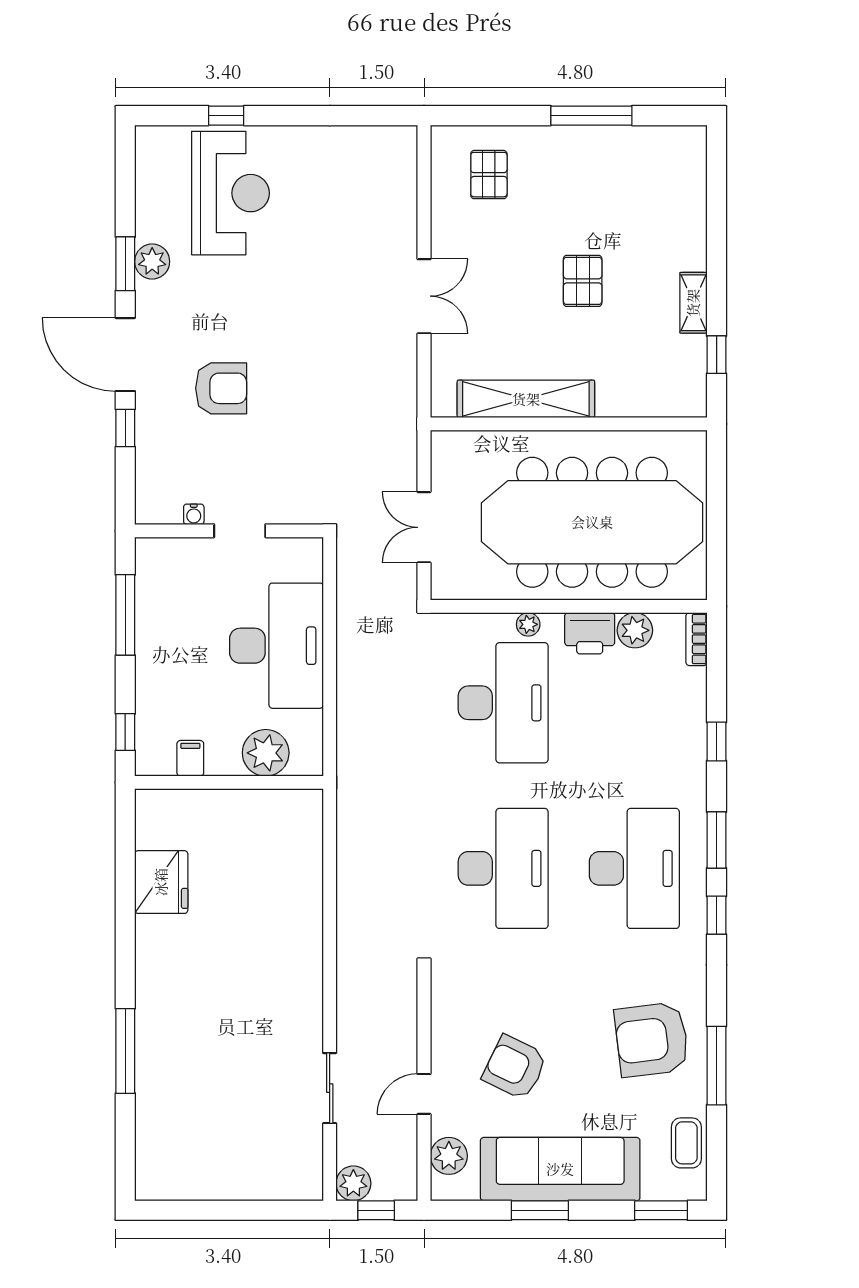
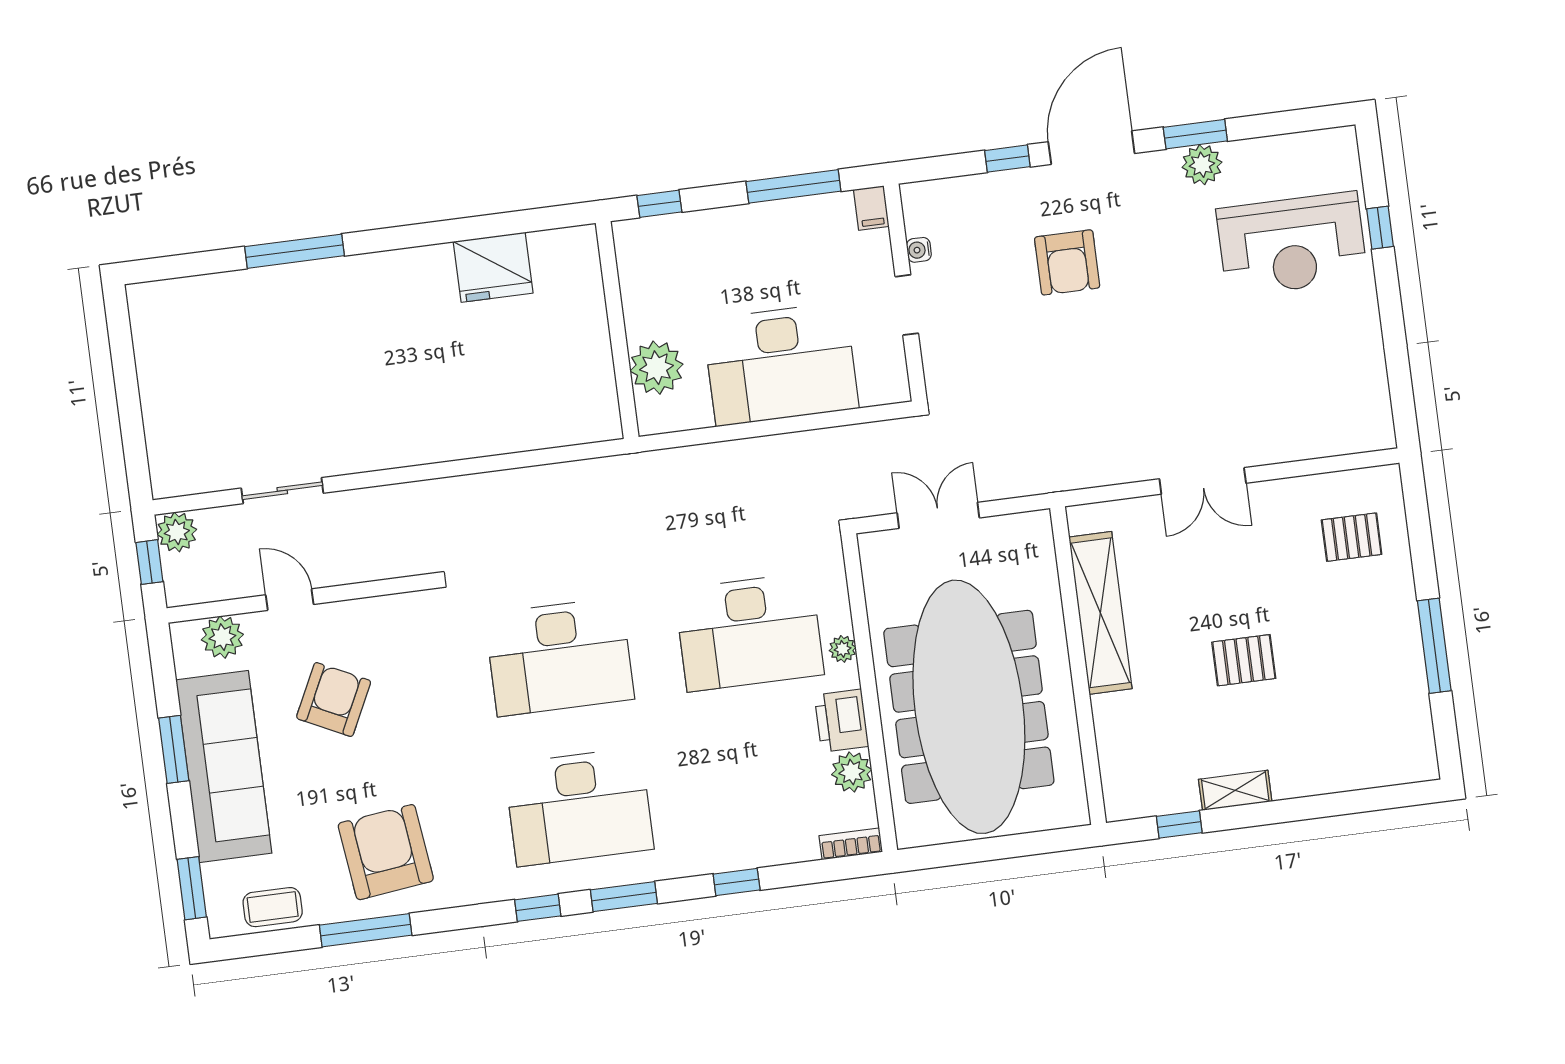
filing cabinet: (190, 758) -> (871, 208), moved, turned 90

